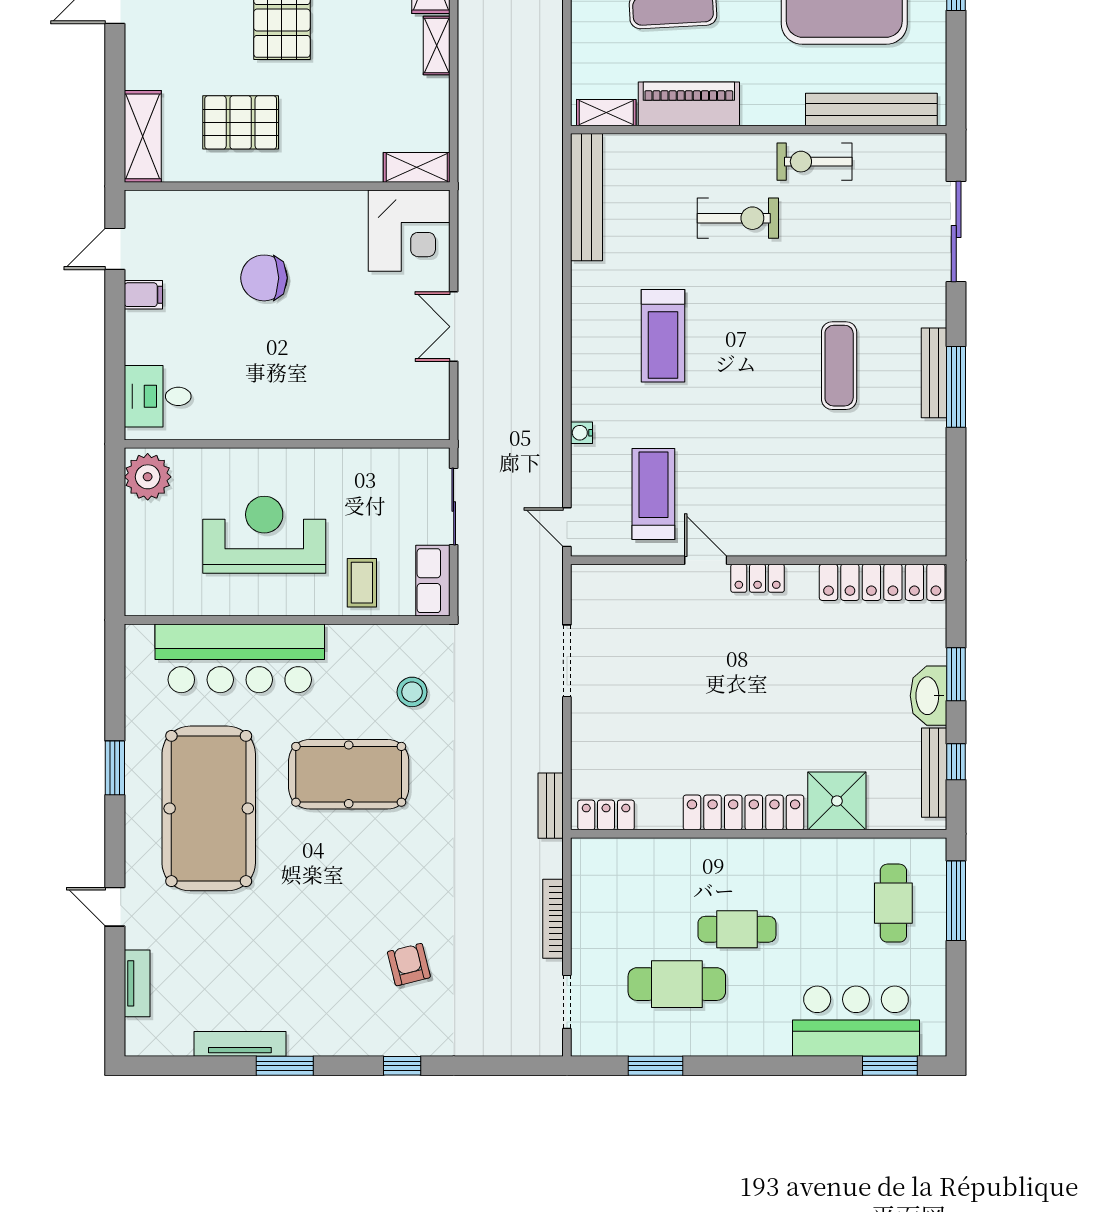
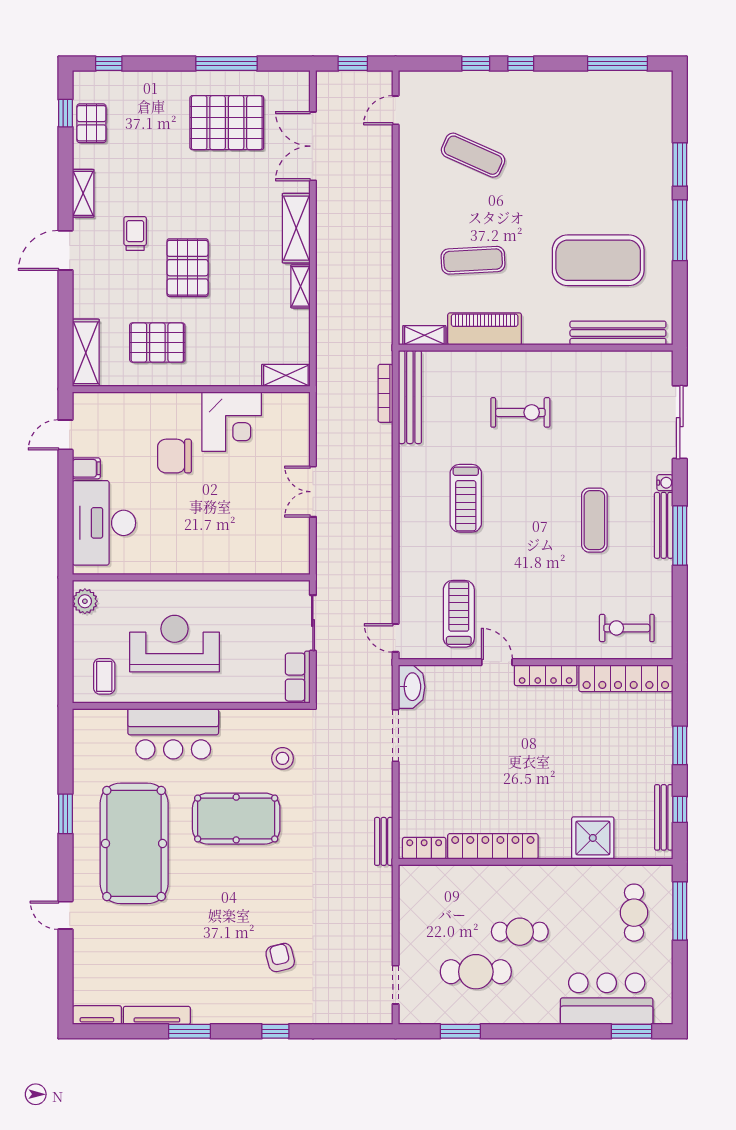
exercise bike: (814, 162) -> (627, 628), moved
corner desk: (409, 231) -> (232, 422), moved
desk: (158, 396) -> (104, 523), width x1.87, depth x1.30
water cooler: (582, 433) -> (665, 483), moved, turned 180
plant: (148, 477) -> (85, 601), width x0.73, depth x0.73
locker: (758, 578) -> (546, 675), width x1.53
coffee table: (362, 583) -> (104, 676), moved
bar counter: (240, 658) -> (173, 734), width x0.73
washbasin: (928, 696) -> (412, 687), moved, turned 180
locker: (744, 812) -> (493, 846), moved
bookcase: (553, 919) -> (385, 393), moved
tv unit: (137, 983) -> (97, 1015), moved, turned -90

